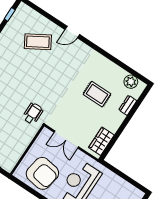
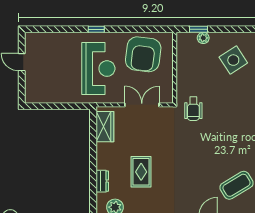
rug: (97, 94) -> (141, 172), turned 90
armchair: (42, 173) -> (143, 54), turned -92

